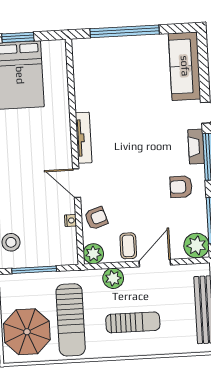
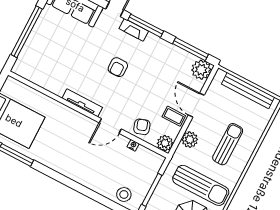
armchair: (181, 187) -> (118, 67), moved

